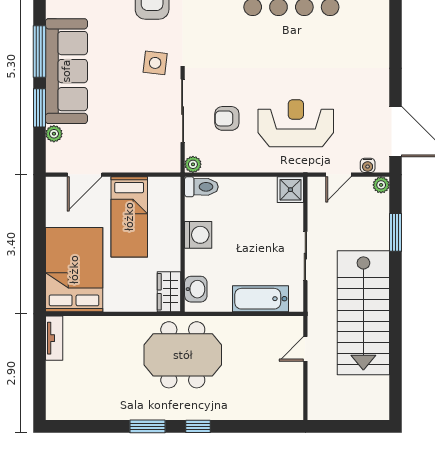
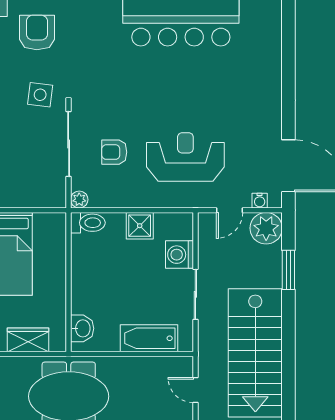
plant: (381, 185) -> (266, 228), width x1.88, depth x1.88
shower: (290, 190) -> (140, 226), moved
washing machine: (198, 235) -> (179, 255), moved, turned 180
wardrobe: (169, 292) -> (28, 340), moved, turned 90
door: (305, 349) -> (195, 390), hinge flipped

